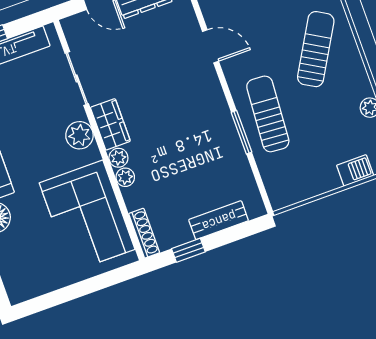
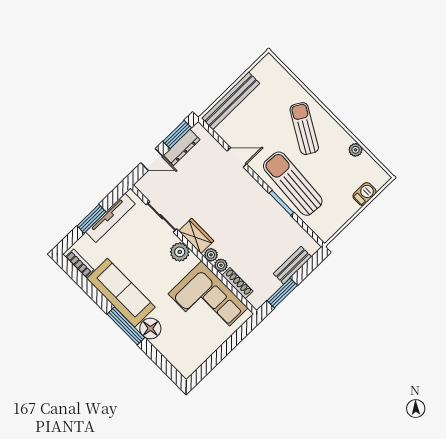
sun lounger: (268, 114) -> (293, 184), width x1.36, depth x1.34
shoe rack: (144, 233) -> (237, 283), moved
window: (188, 250) -> (282, 293), width x1.50

